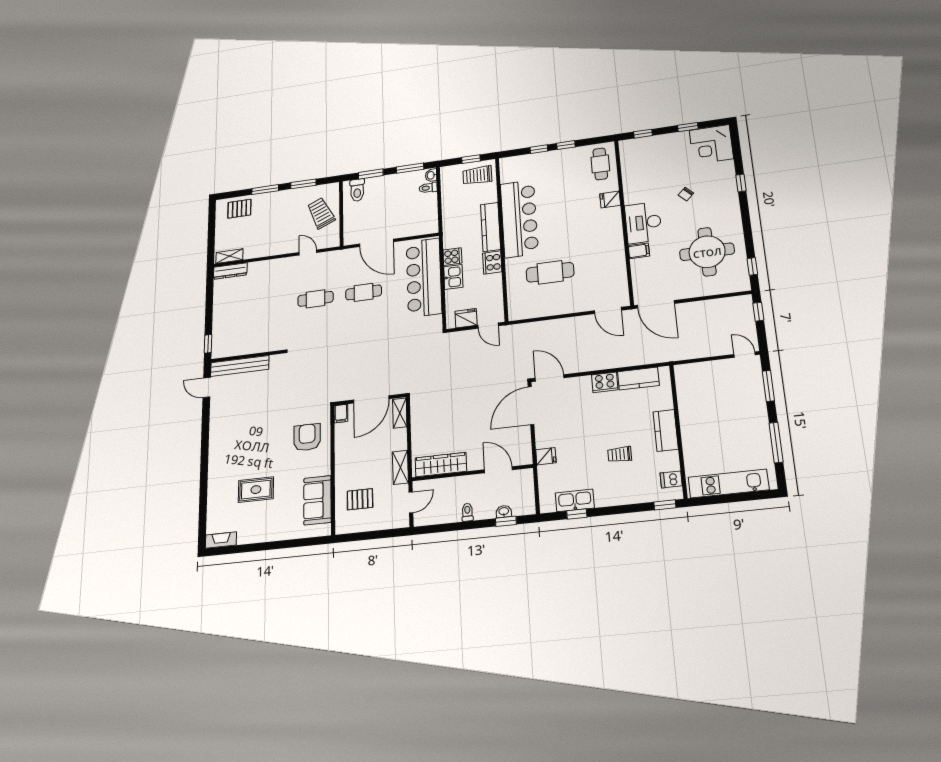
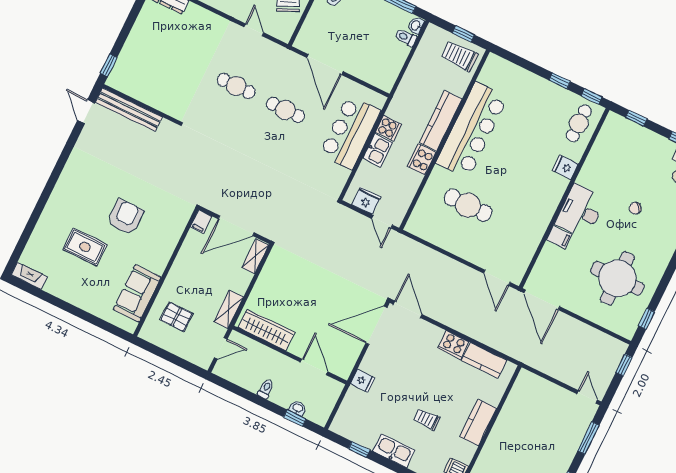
window: (539, 149) -> (592, 96), moved
bar counter: (424, 277) -> (350, 132), width x0.73
armchair: (307, 437) -> (125, 217), moved
kitchen sink: (575, 500) -> (394, 451), moved

